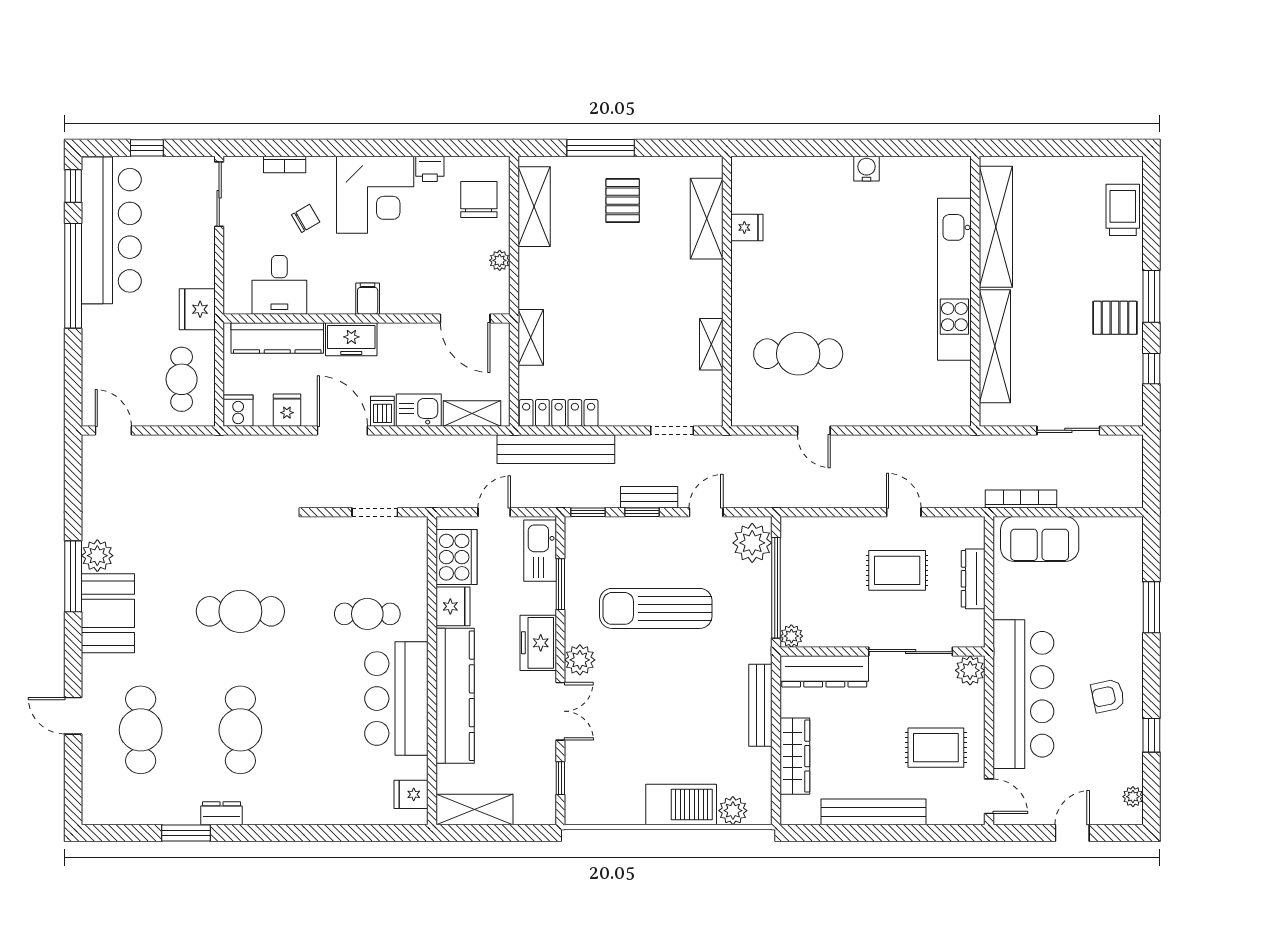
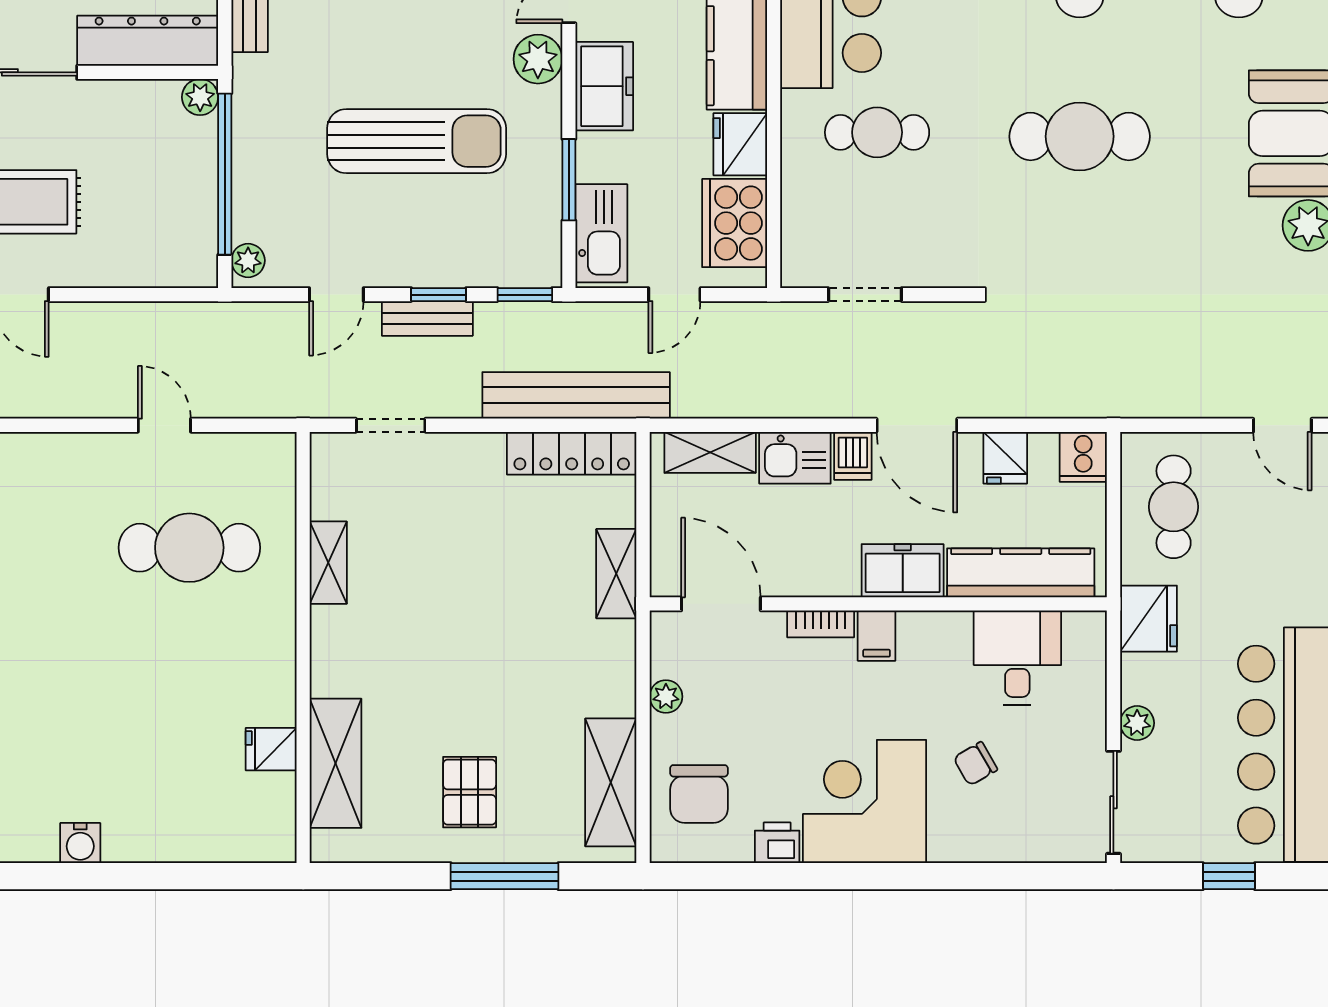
bookcase: (285, 164) -> (821, 624), moved, turned 180
plant: (204, 244) -> (1137, 723), added
plant: (752, 543) -> (248, 260), width x0.53, depth x0.53

